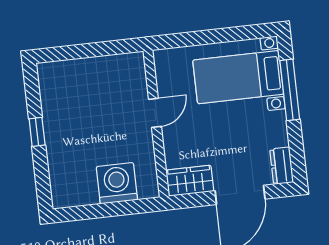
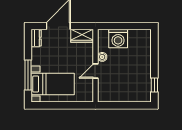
window: (37, 132) -> (154, 85), moved
boiler: (145, 143) -> (102, 57), added

